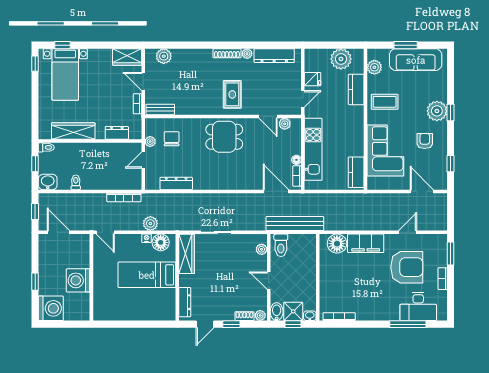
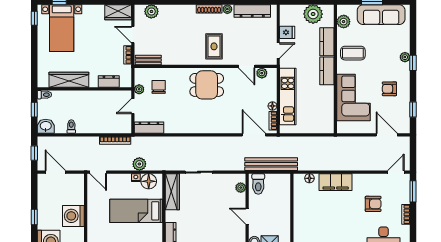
plant: (437, 111) -> (405, 57), width x0.53, depth x0.53
armchair: (425, 141) -> (389, 89), turned -90
kitchen counter: (356, 172) -> (327, 71), moved
dresser: (176, 184) -> (149, 128), moved
door: (408, 232) -> (396, 172), moved
floor lamp: (337, 244) -> (309, 178), width x0.53, depth x0.53
armchair: (407, 267) -> (373, 204), width x0.53, depth x0.53

